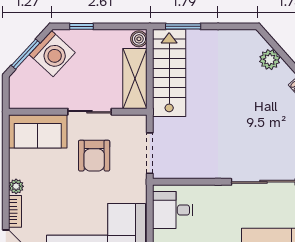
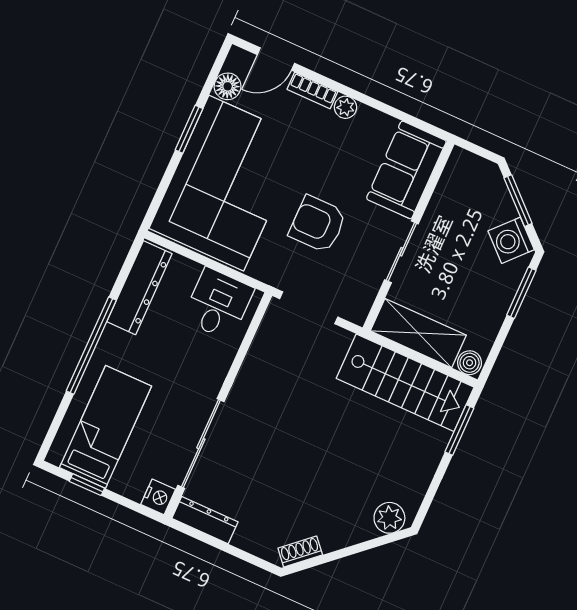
window: (81, 26) -> (521, 293), width x1.50
washing machine: (52, 54) -> (511, 240), width x0.73, depth x0.73
plant: (270, 60) -> (389, 518), moved
armchair: (94, 156) -> (318, 224), moved

